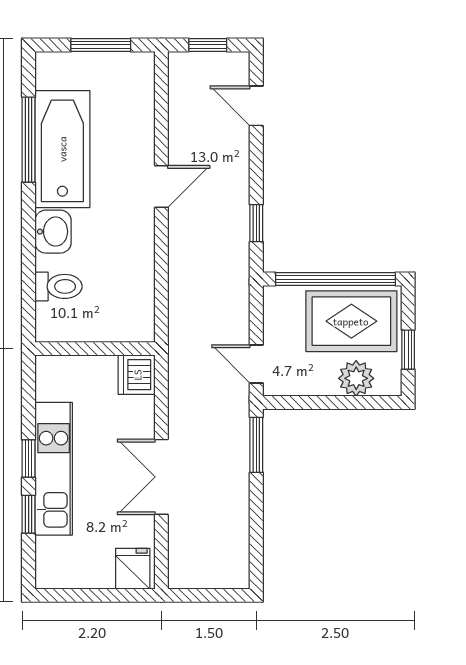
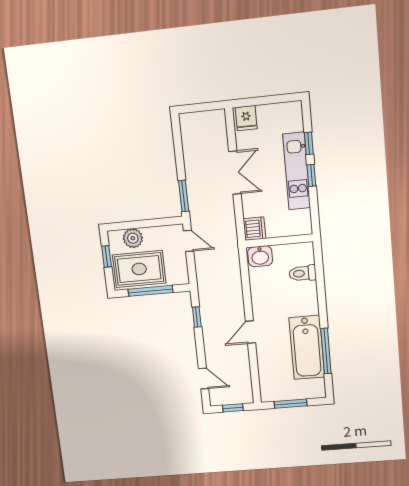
washbasin: (53, 232) -> (260, 256), moved, turned -90
window: (336, 279) -> (150, 291), width x0.68

